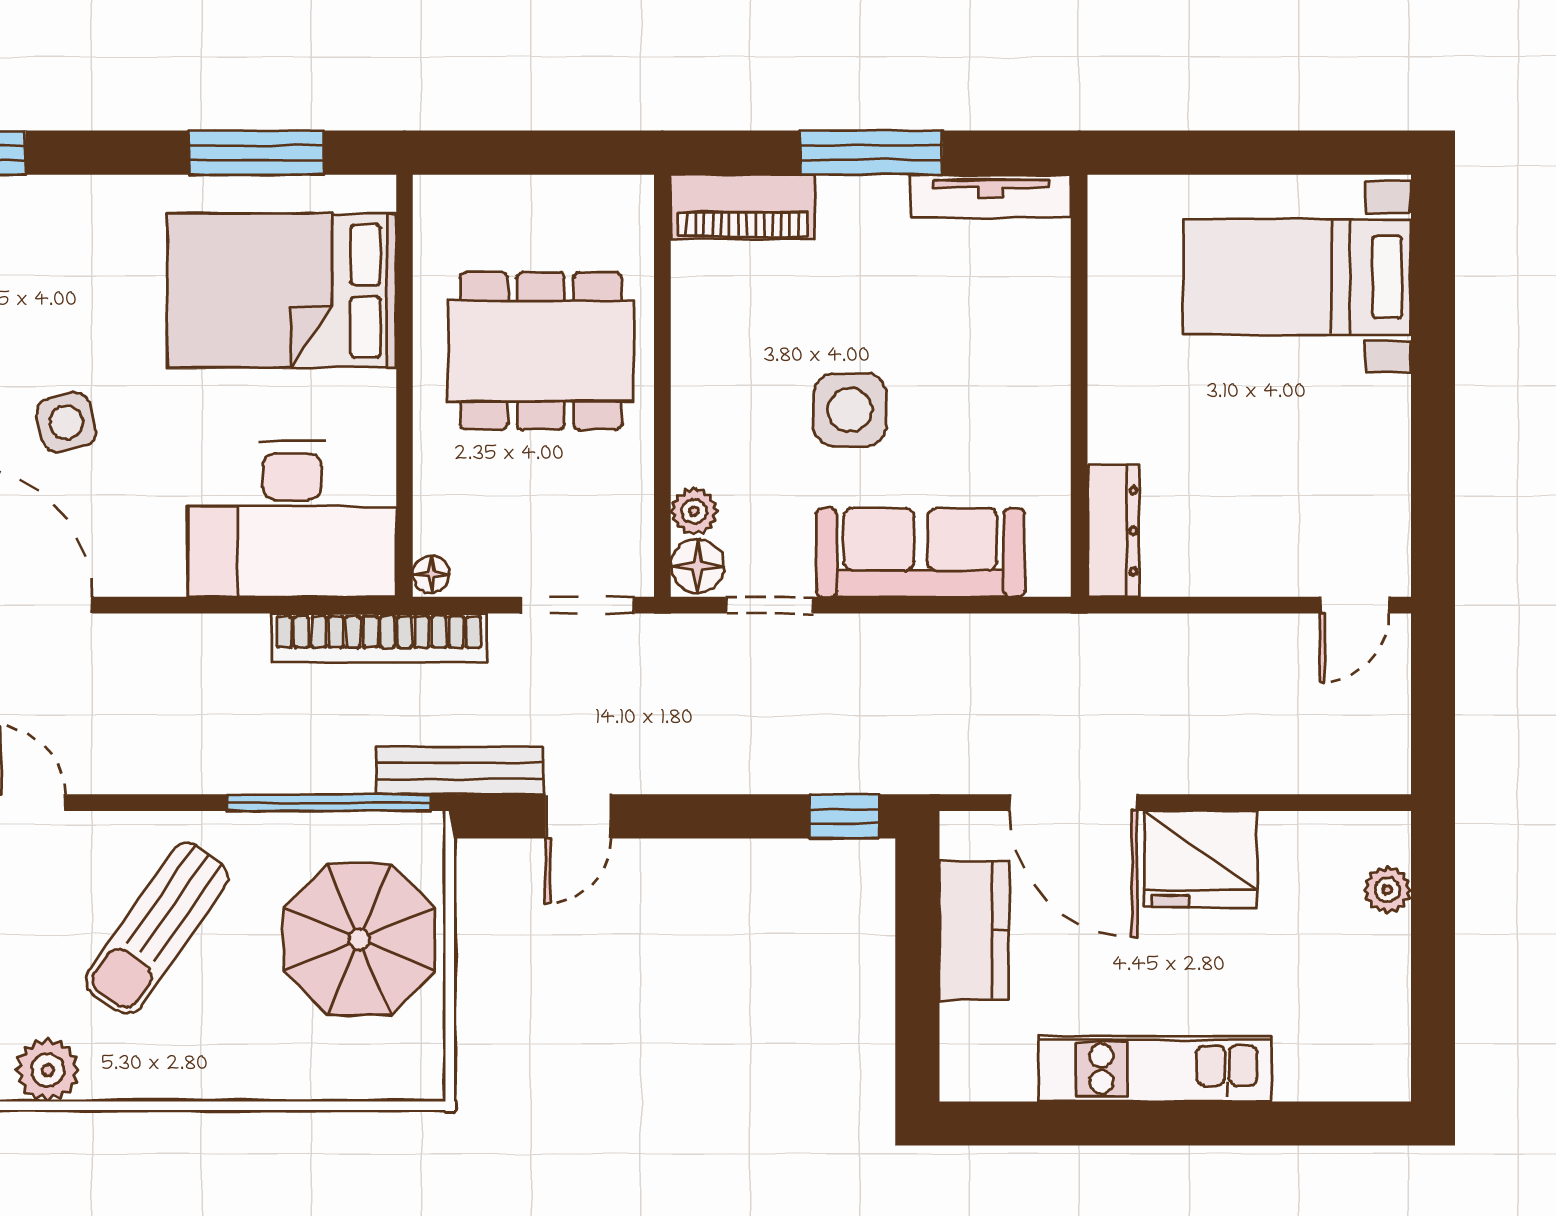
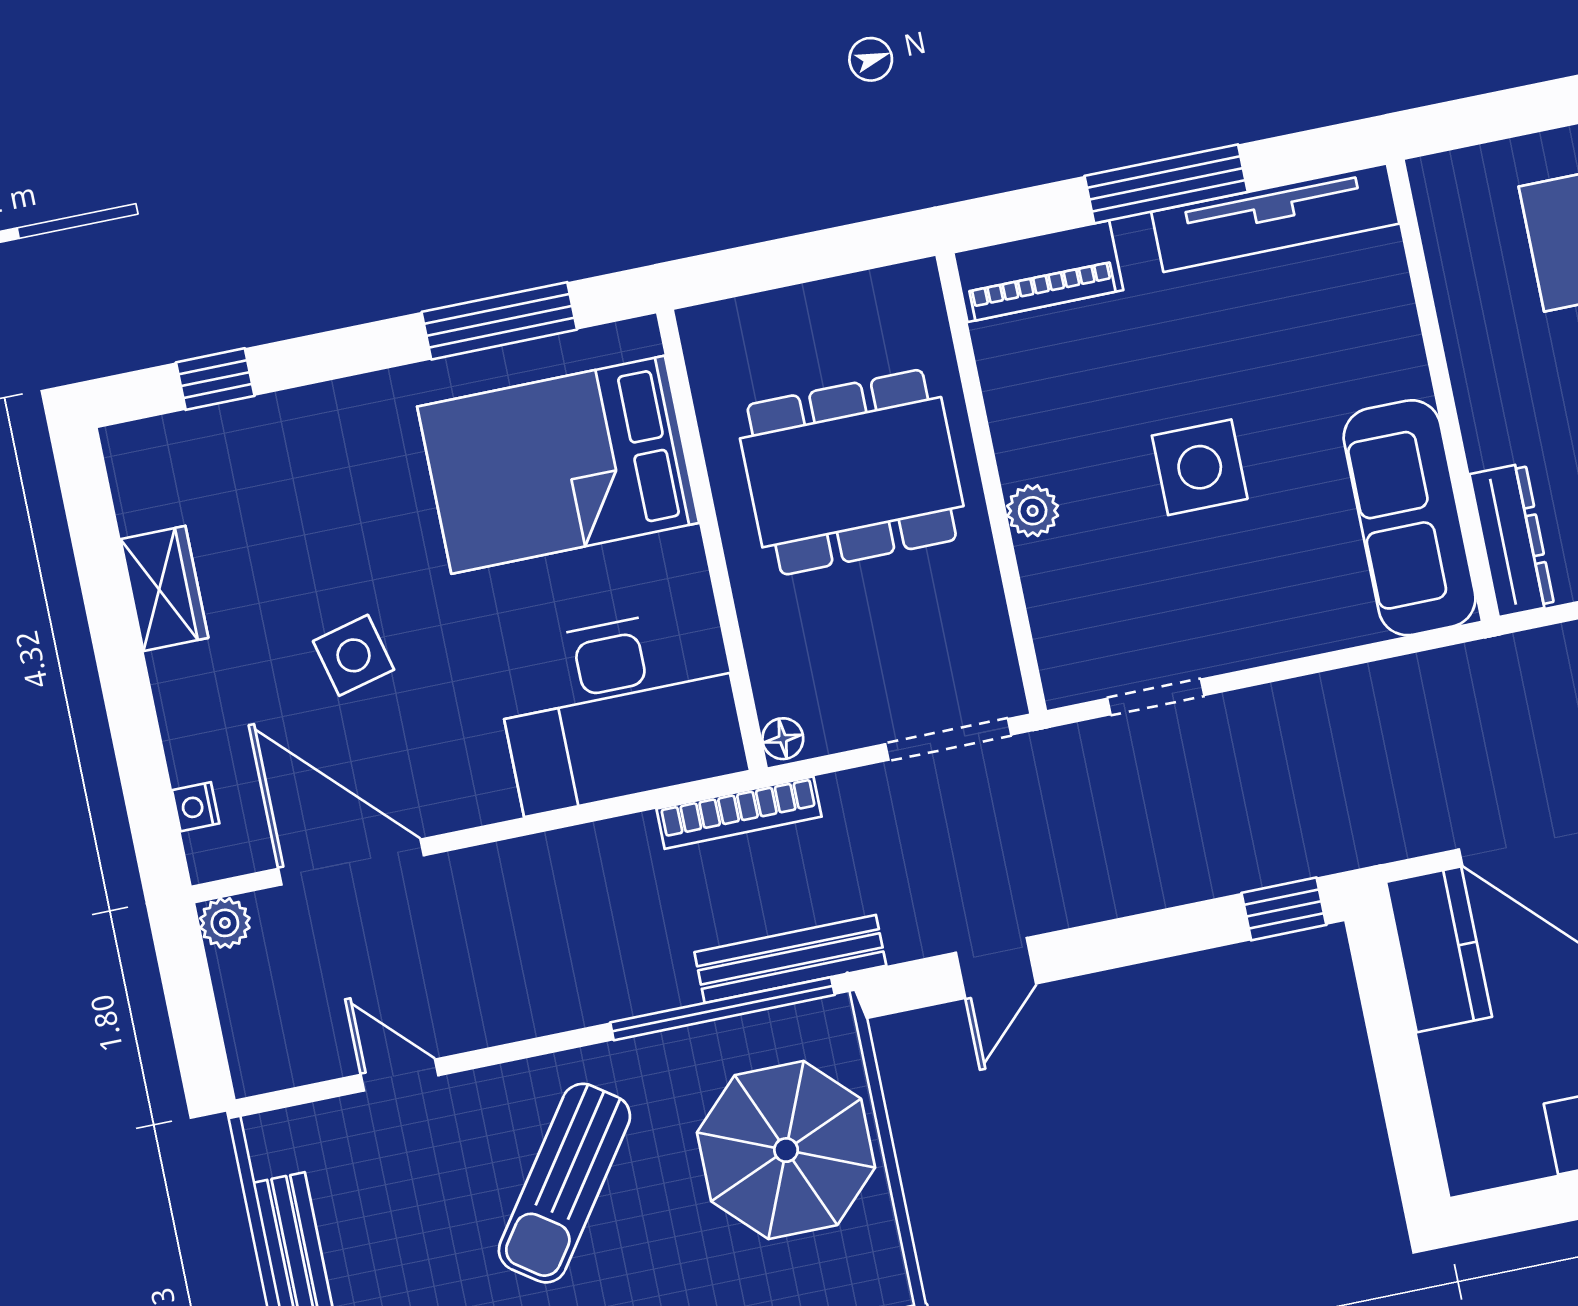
tv unit: (991, 196) -> (1275, 218), width x1.36, depth x1.29
plant: (694, 511) -> (1033, 511), moved
sofa: (920, 553) -> (1410, 518), moved, turned -90
floor lamp: (697, 566) -> (1069, 670), removed
bookcase: (379, 638) -> (739, 813), width x0.68, depth x0.76
bench: (460, 771) -> (790, 959), moved
kitchen counter: (974, 930) -> (1439, 949), moved

